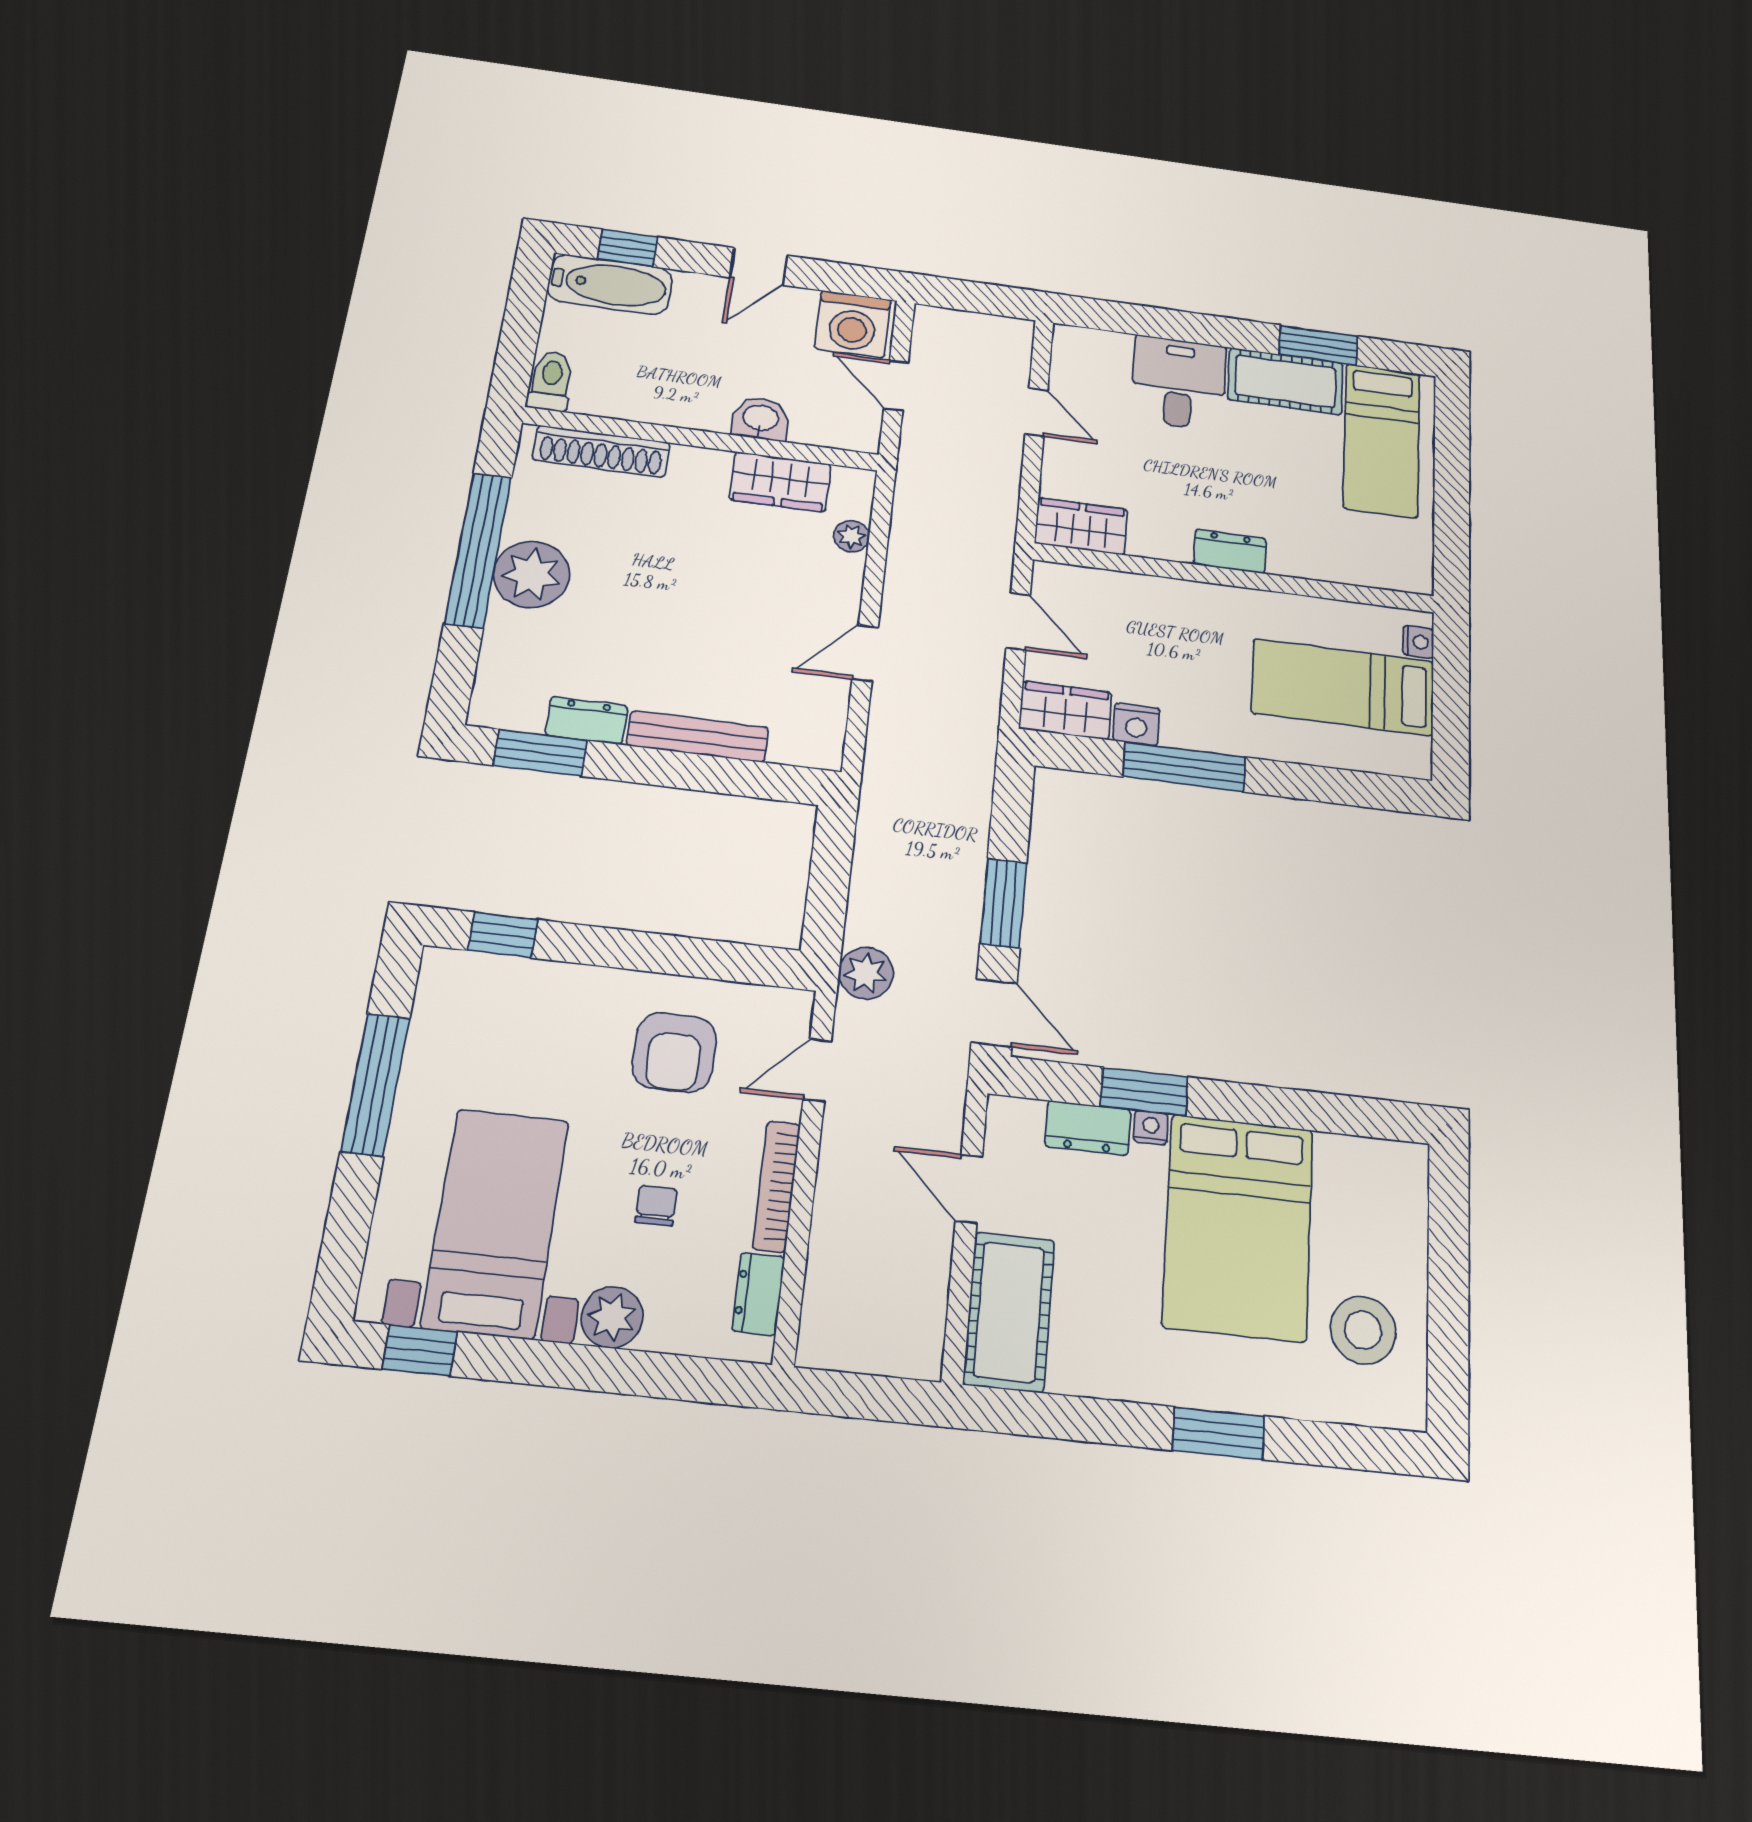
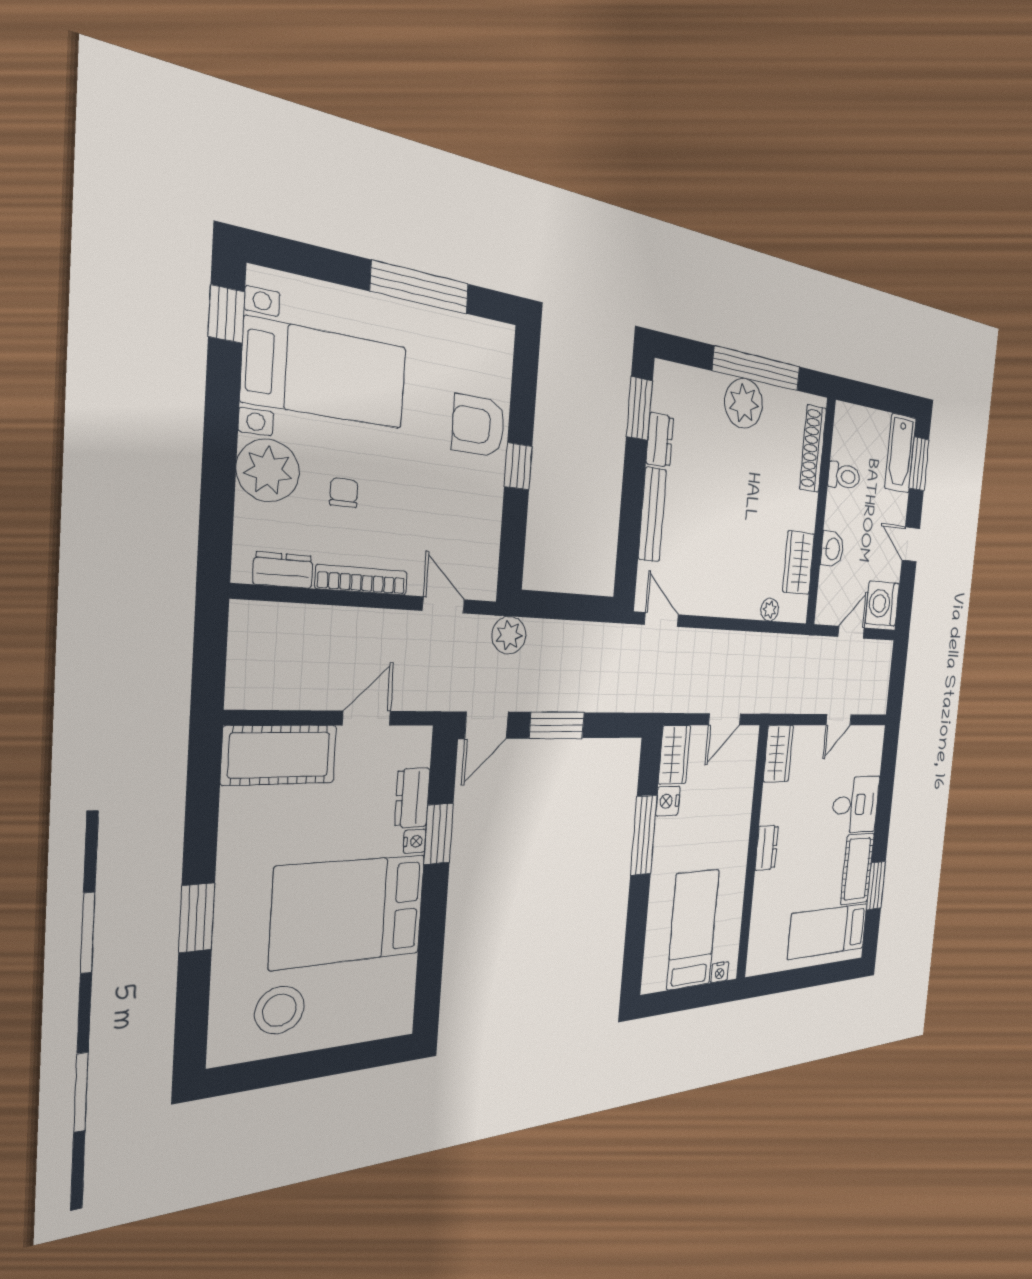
window: (627, 248) -> (919, 464), width x1.50
toilet: (551, 381) -> (844, 476), moved
door: (865, 653) -> (661, 620), moved
window: (503, 935) -> (518, 466), moved
armchair: (674, 1052) -> (479, 426), moved
chair: (656, 1206) -> (344, 493), turned -90
plant: (612, 1317) -> (268, 471), width x1.36, depth x1.36

